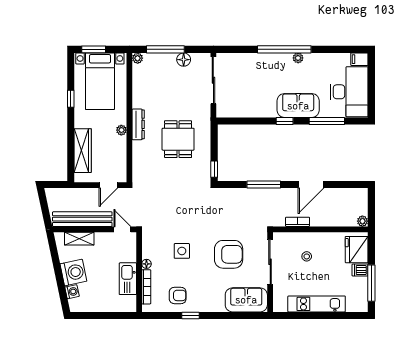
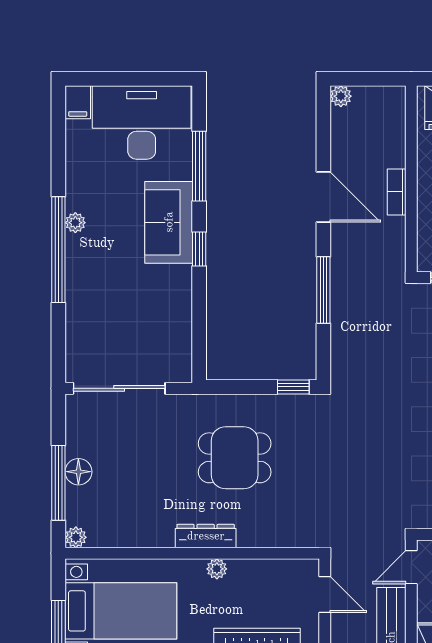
floor lamp: (184, 60) -> (78, 472), moved
plant: (362, 221) -> (341, 96), moved
bookcase: (298, 222) -> (397, 192), moved

